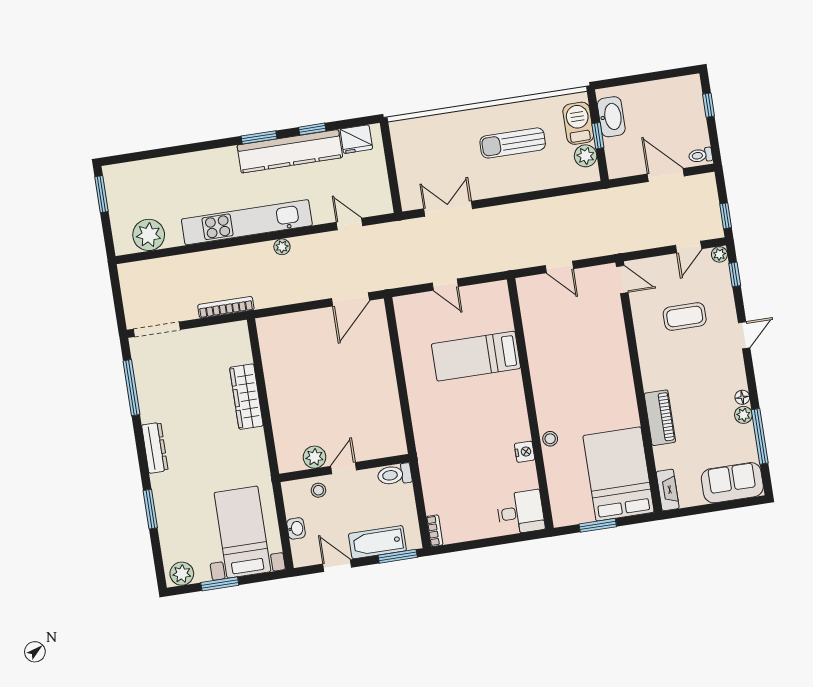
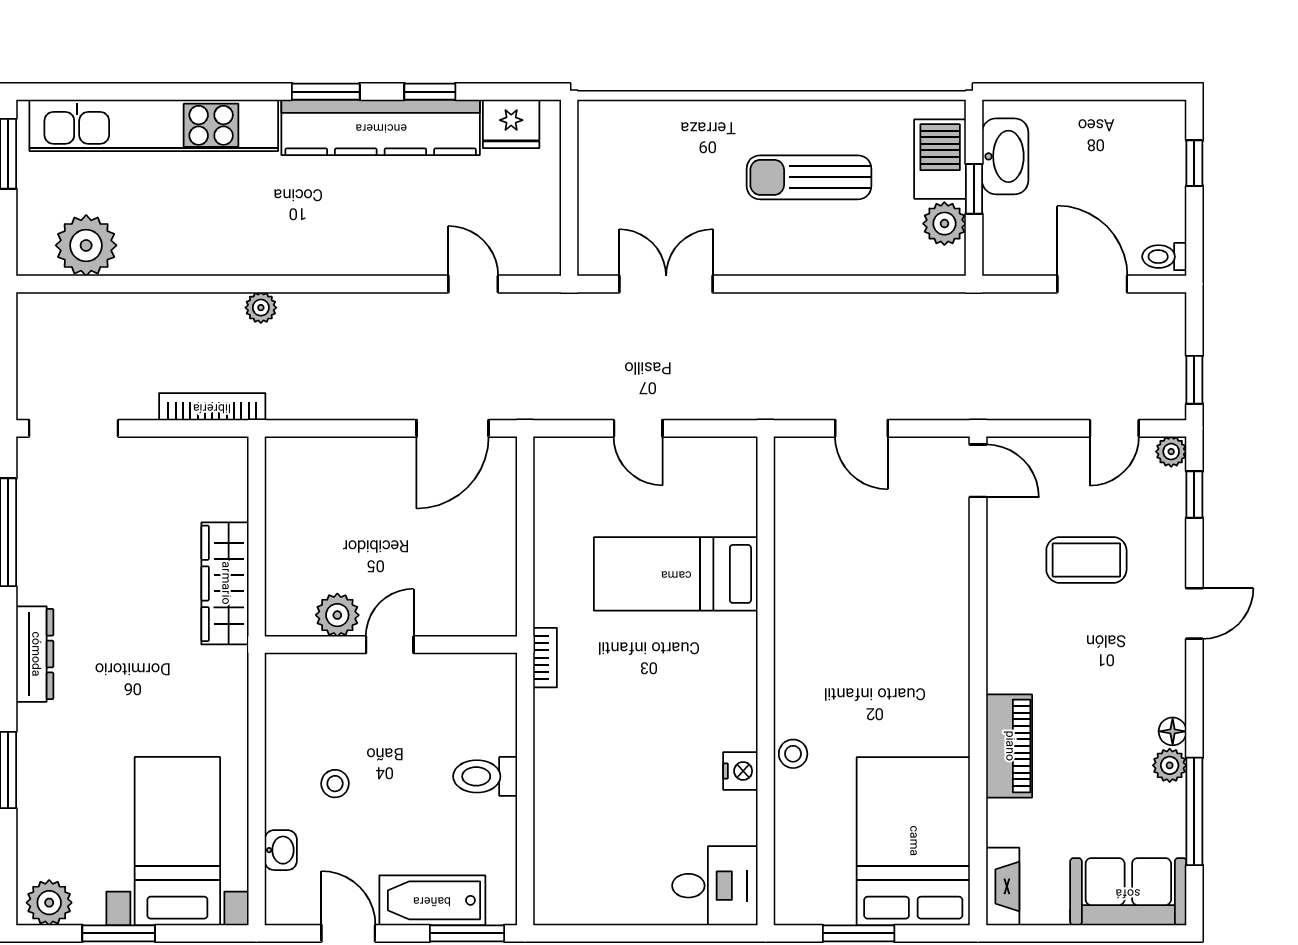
kitchen unit: (247, 222) -> (154, 125), moved, turned 180
plant: (282, 247) -> (261, 308), moved
plant: (315, 457) -> (337, 615), moved
door: (344, 468) -> (390, 645), moved
wall: (344, 468) -> (391, 645), moved
bookcase: (435, 531) -> (545, 658), moved

